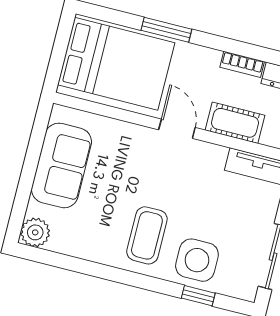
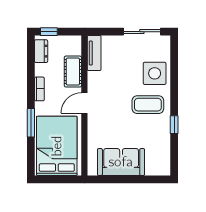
bookcase: (242, 64) -> (39, 89), moved
plant: (35, 232) -> (162, 167), removed
window: (198, 296) -> (174, 125), moved

